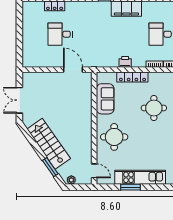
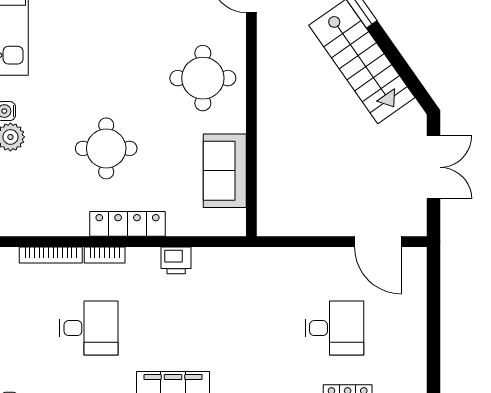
door: (73, 70) -> (378, 242), moved
locker: (132, 77) -> (128, 224), moved

